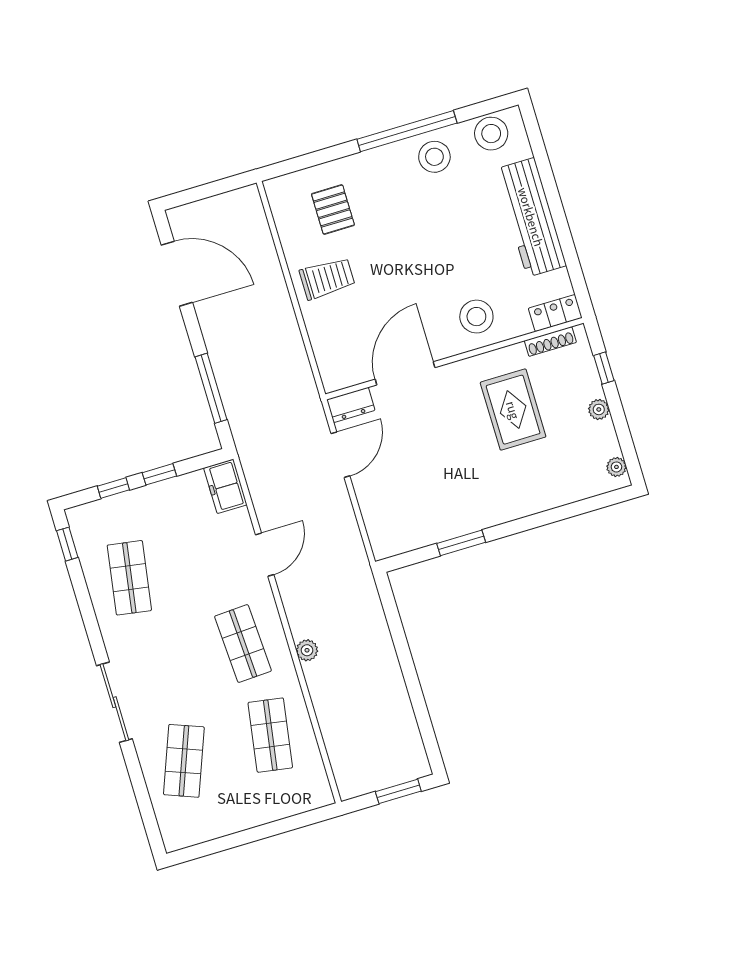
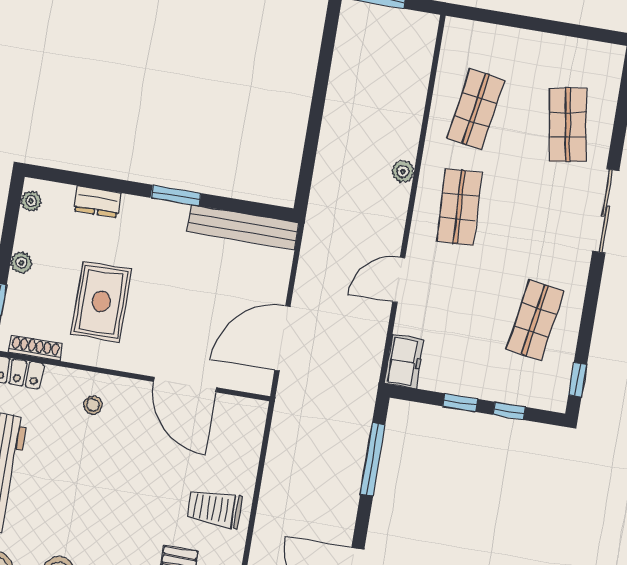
stool: (476, 317) -> (93, 405), width x0.53, depth x0.53
door: (405, 373) -> (185, 385), hinge flipped
dresser: (351, 405) -> (97, 202), moved, turned 180
door: (340, 455) -> (282, 338), width x1.36
bench: (422, 534) -> (243, 227), added
window: (461, 543) -> (176, 195), moved
shop shelf: (184, 761) -> (568, 125), turned -30

